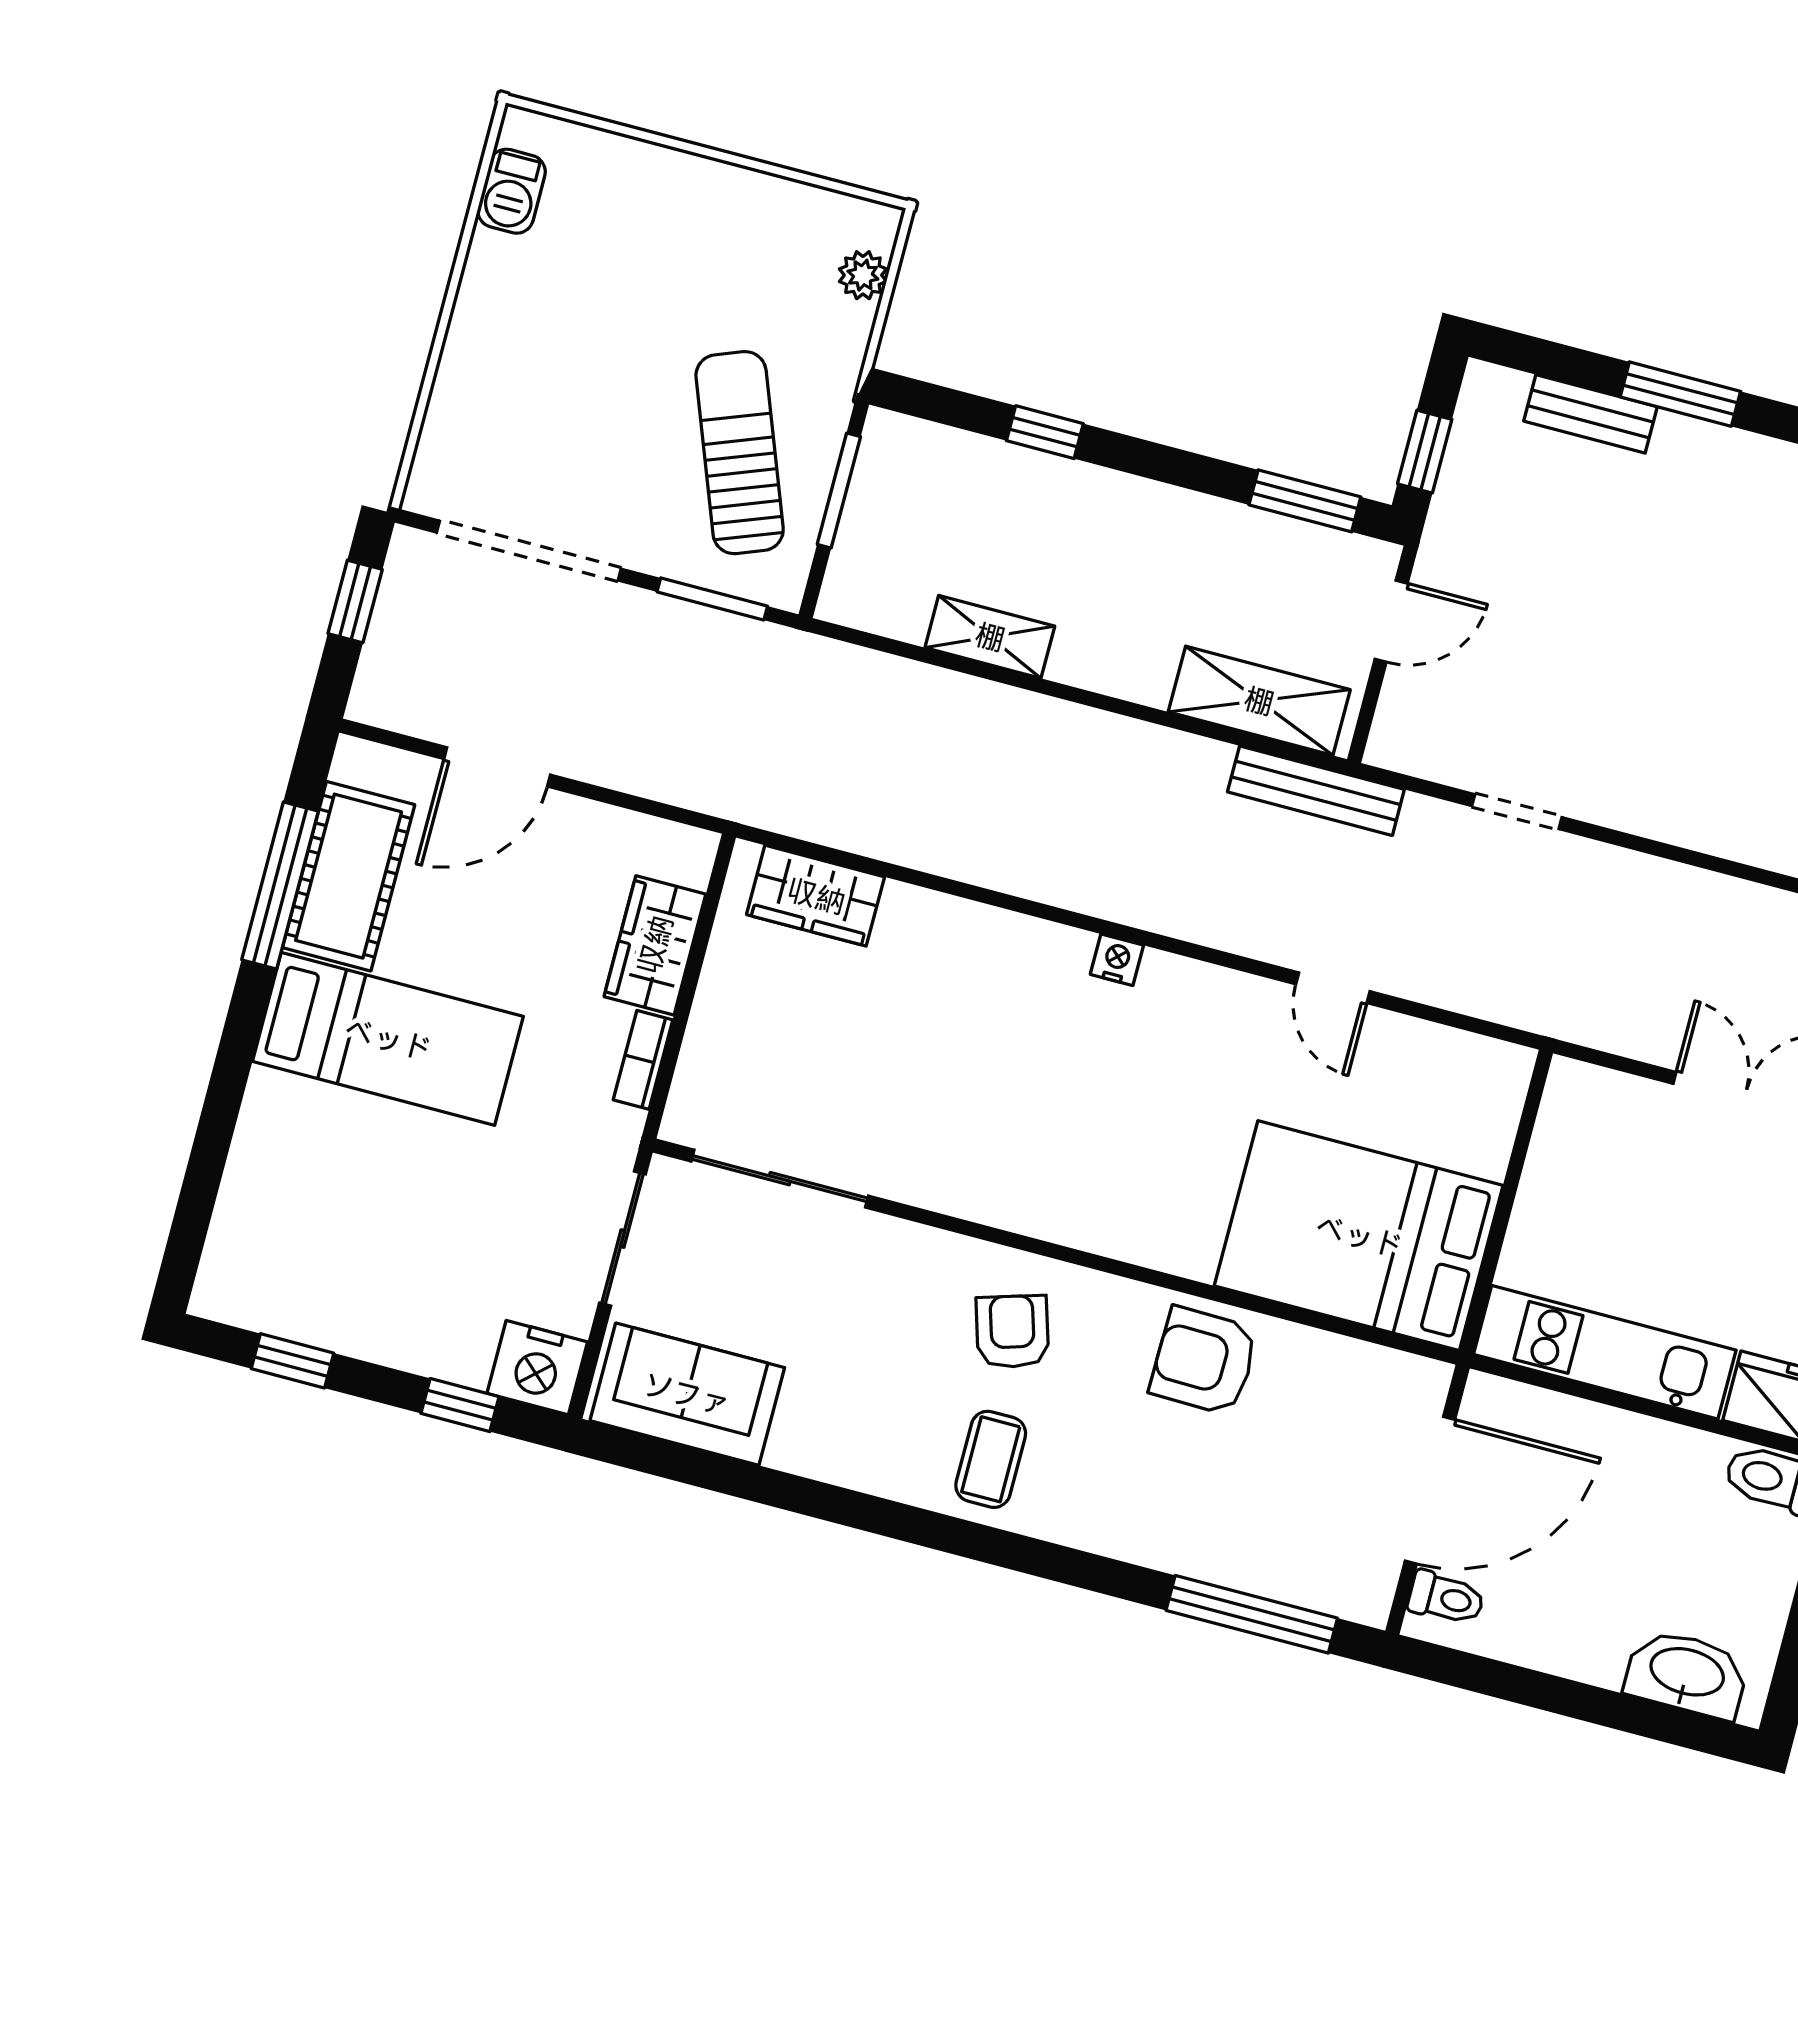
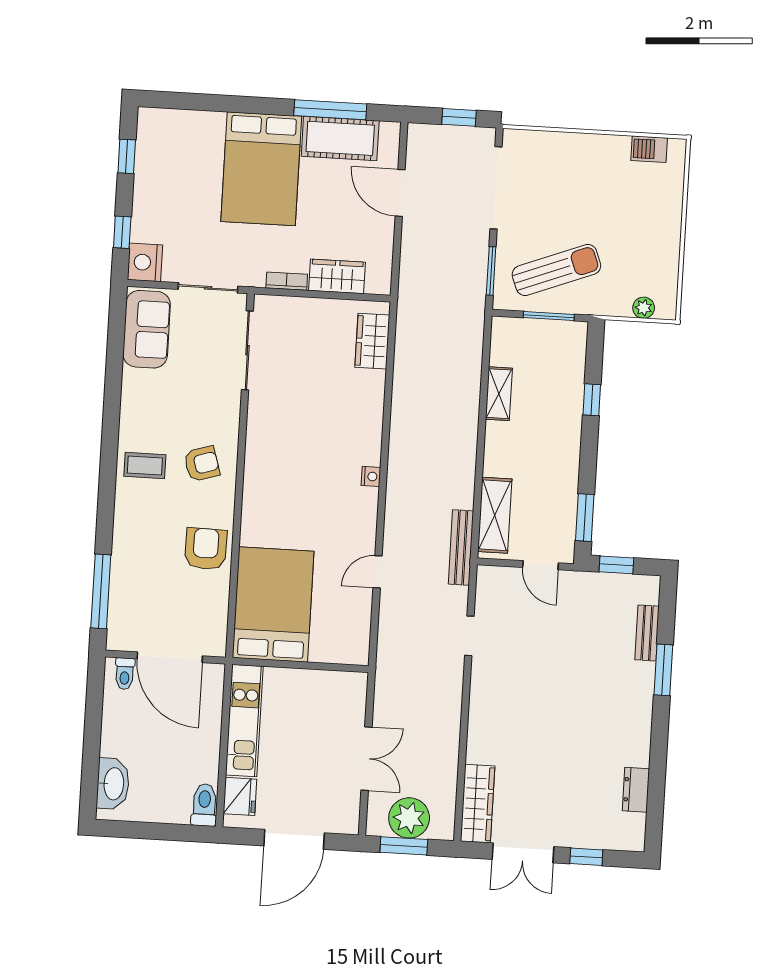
bed: (388, 1039) -> (261, 169), width x1.50

